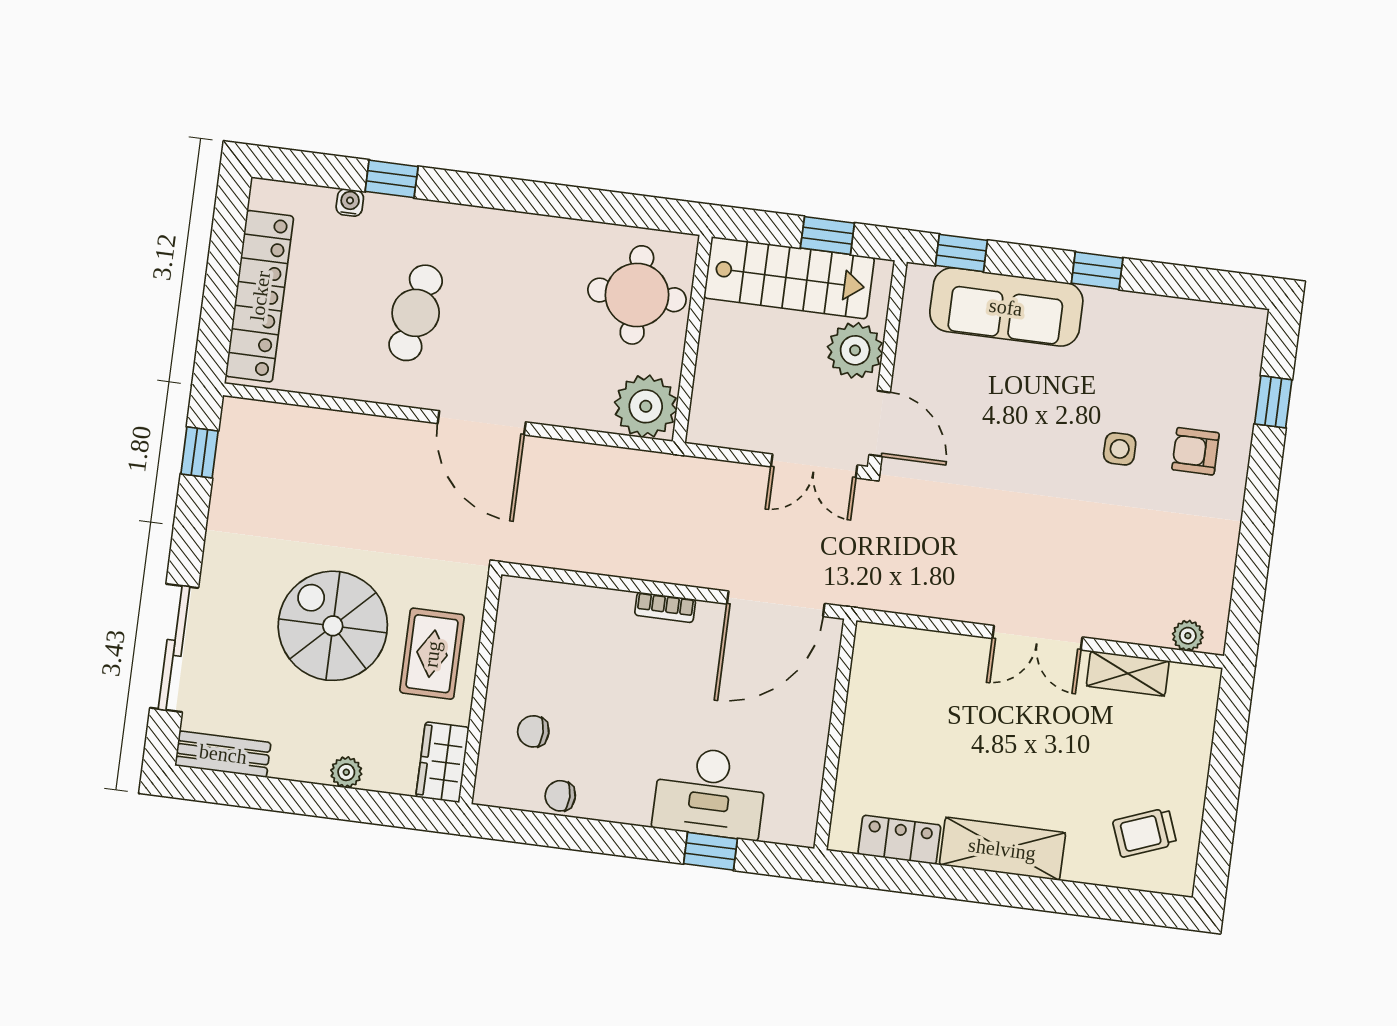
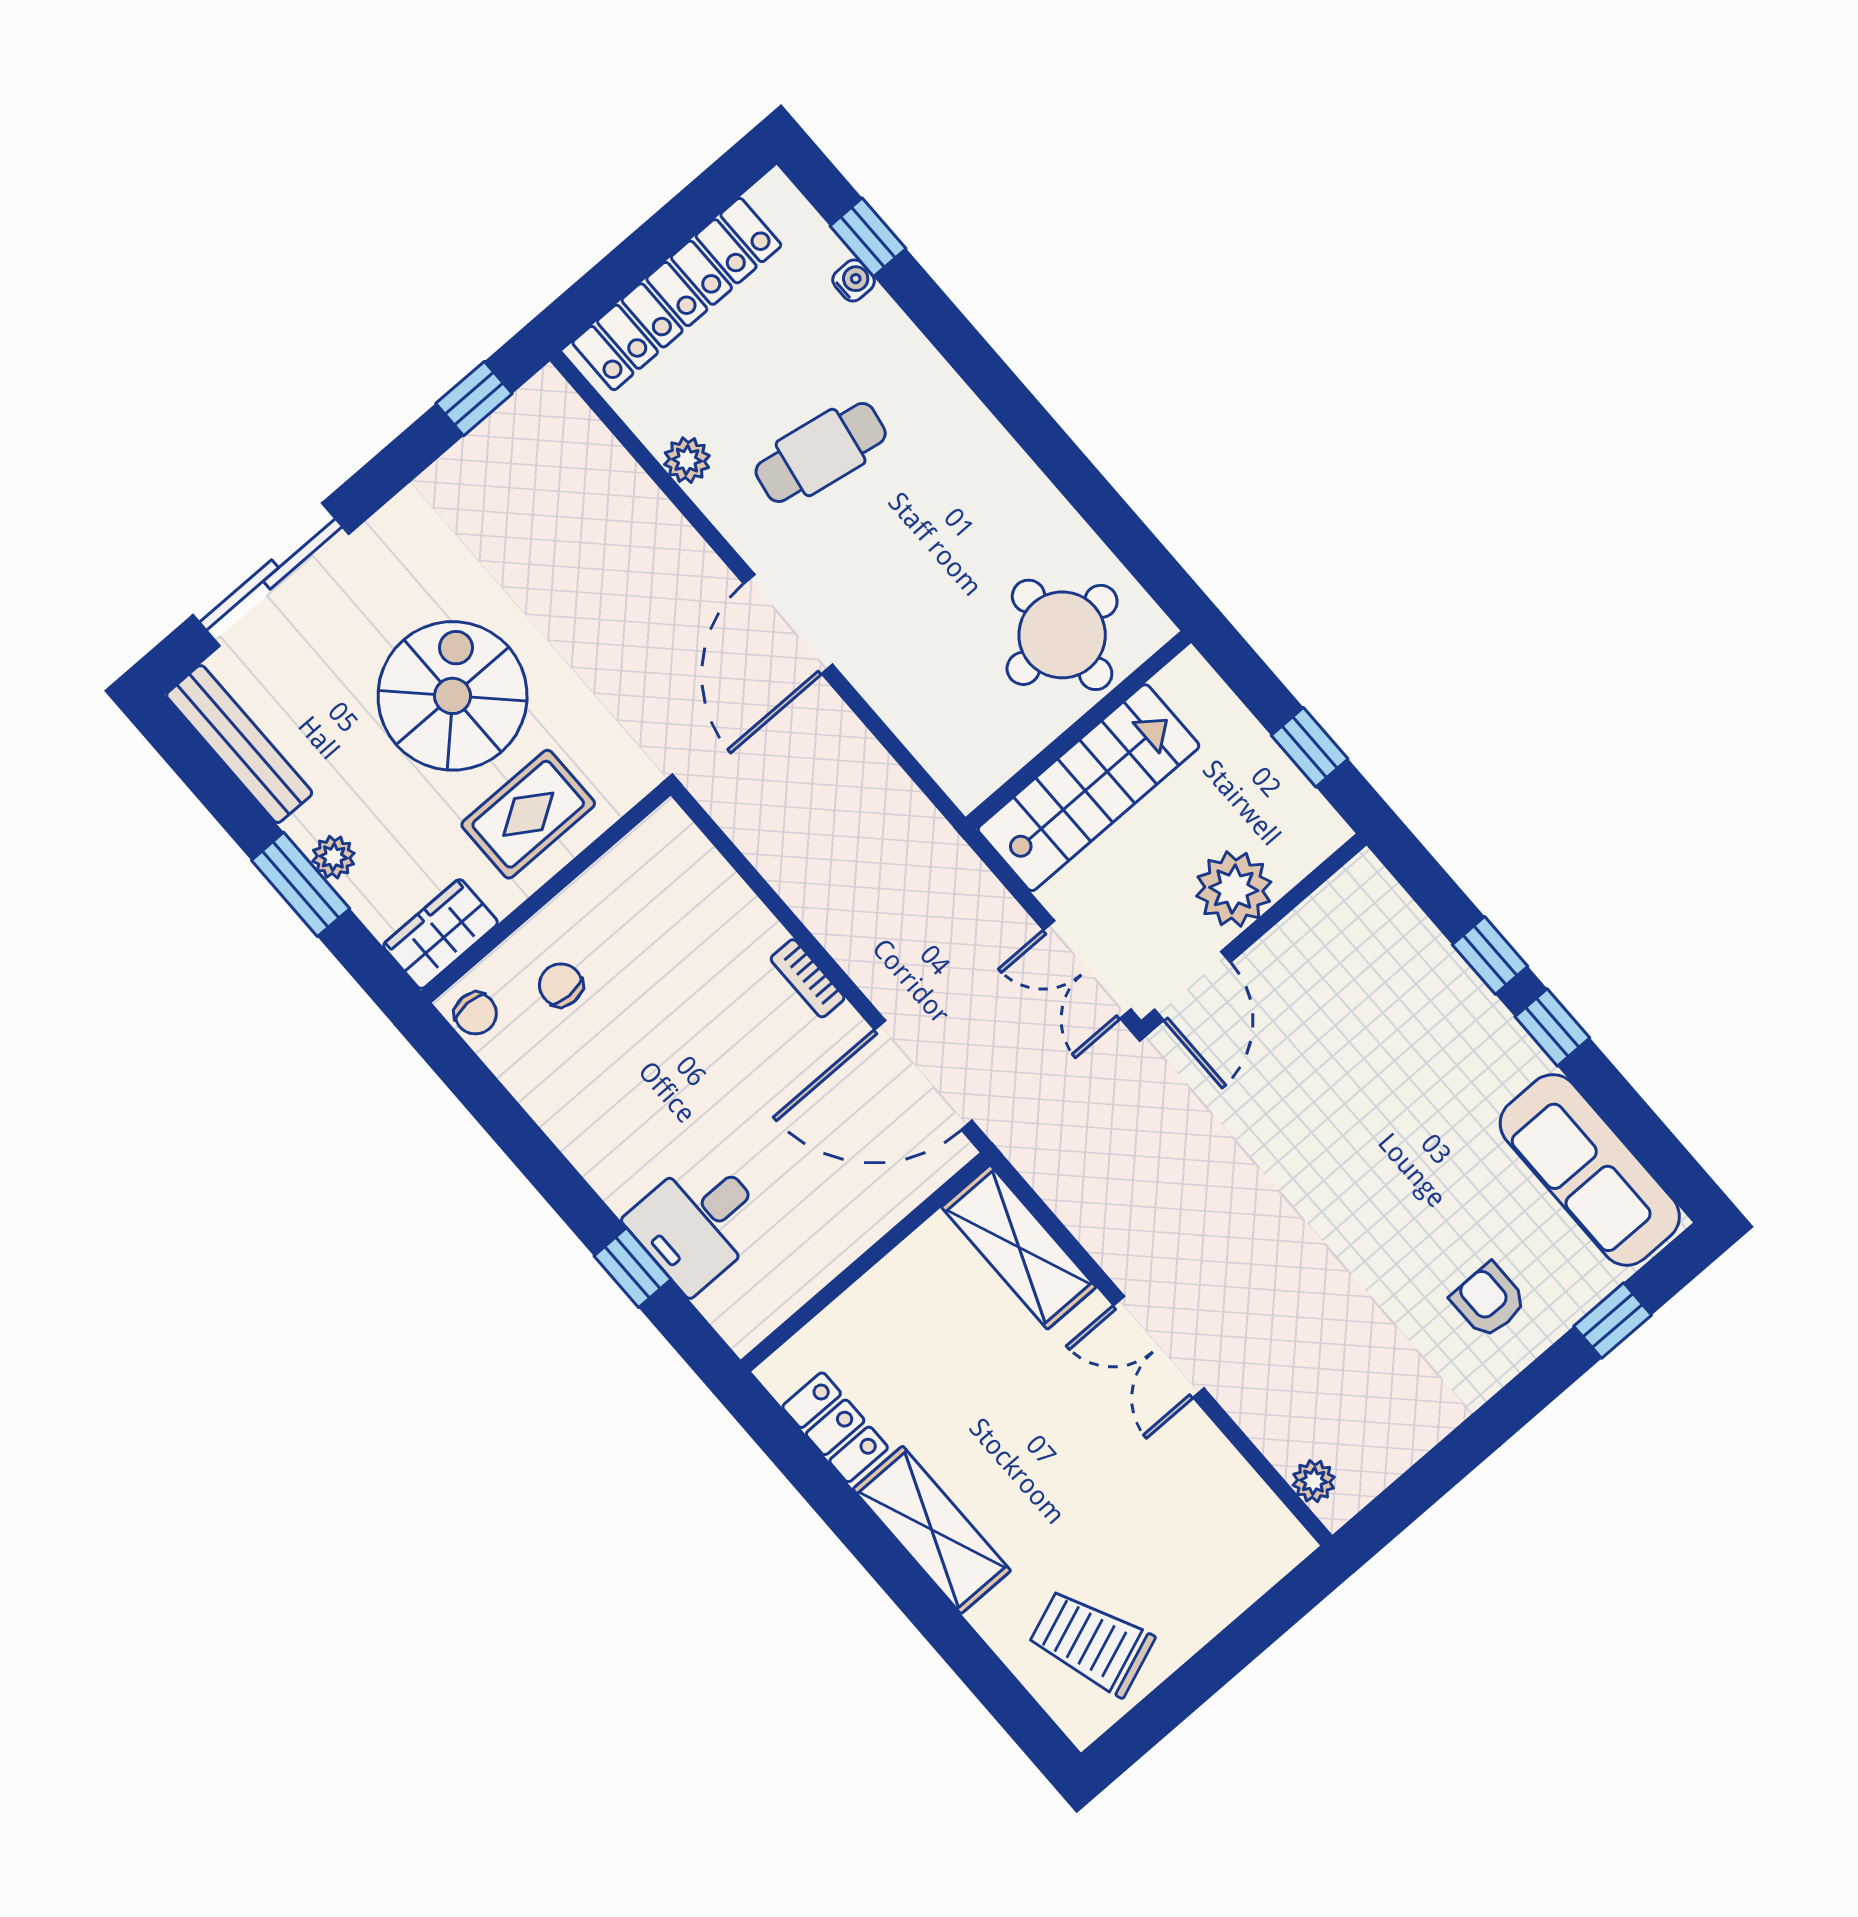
window: (392, 179) -> (868, 237), moved
window: (961, 253) -> (1490, 955), moved
stairs: (789, 278) -> (1089, 788), moved, turned -90
sofa: (1006, 307) -> (1590, 1170), moved
plant: (646, 406) -> (687, 460), moved, width x0.53, depth x0.53
side table: (1120, 449) -> (1414, 1229), removed
shelving: (1128, 673) -> (1019, 1247), moved, width x1.50, depth x1.33
bench: (223, 754) -> (239, 744), width x1.36
desk: (710, 793) -> (698, 1222), width x0.73
chair: (560, 796) -> (476, 1013), moved, turned 180
window: (342, 803) -> (301, 884), added
trolley: (1145, 833) -> (1091, 1642), width x1.36, depth x1.39

